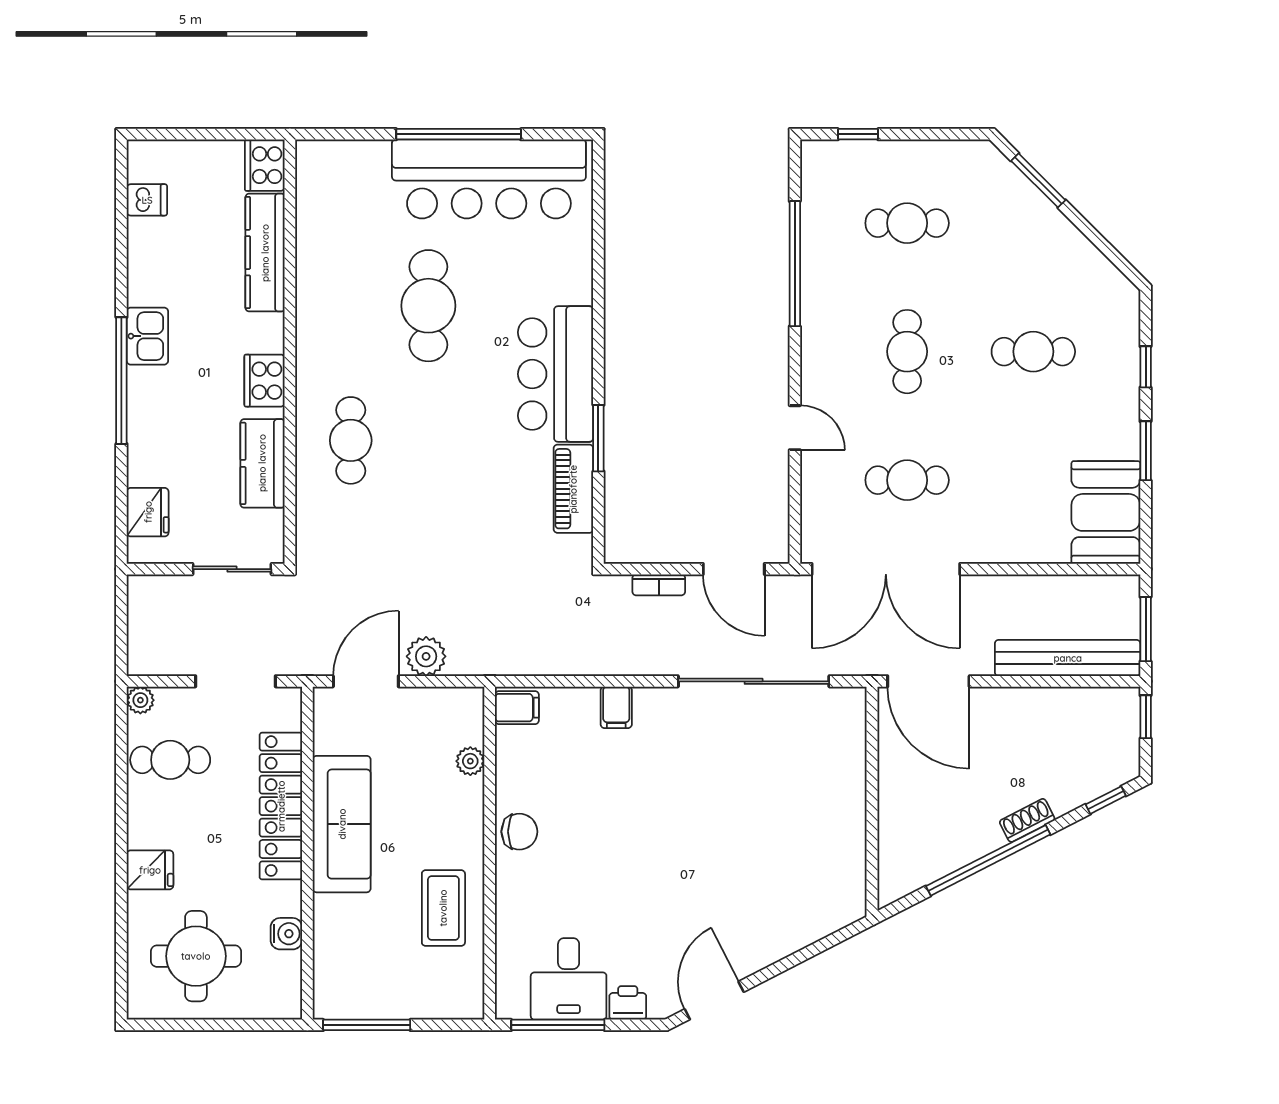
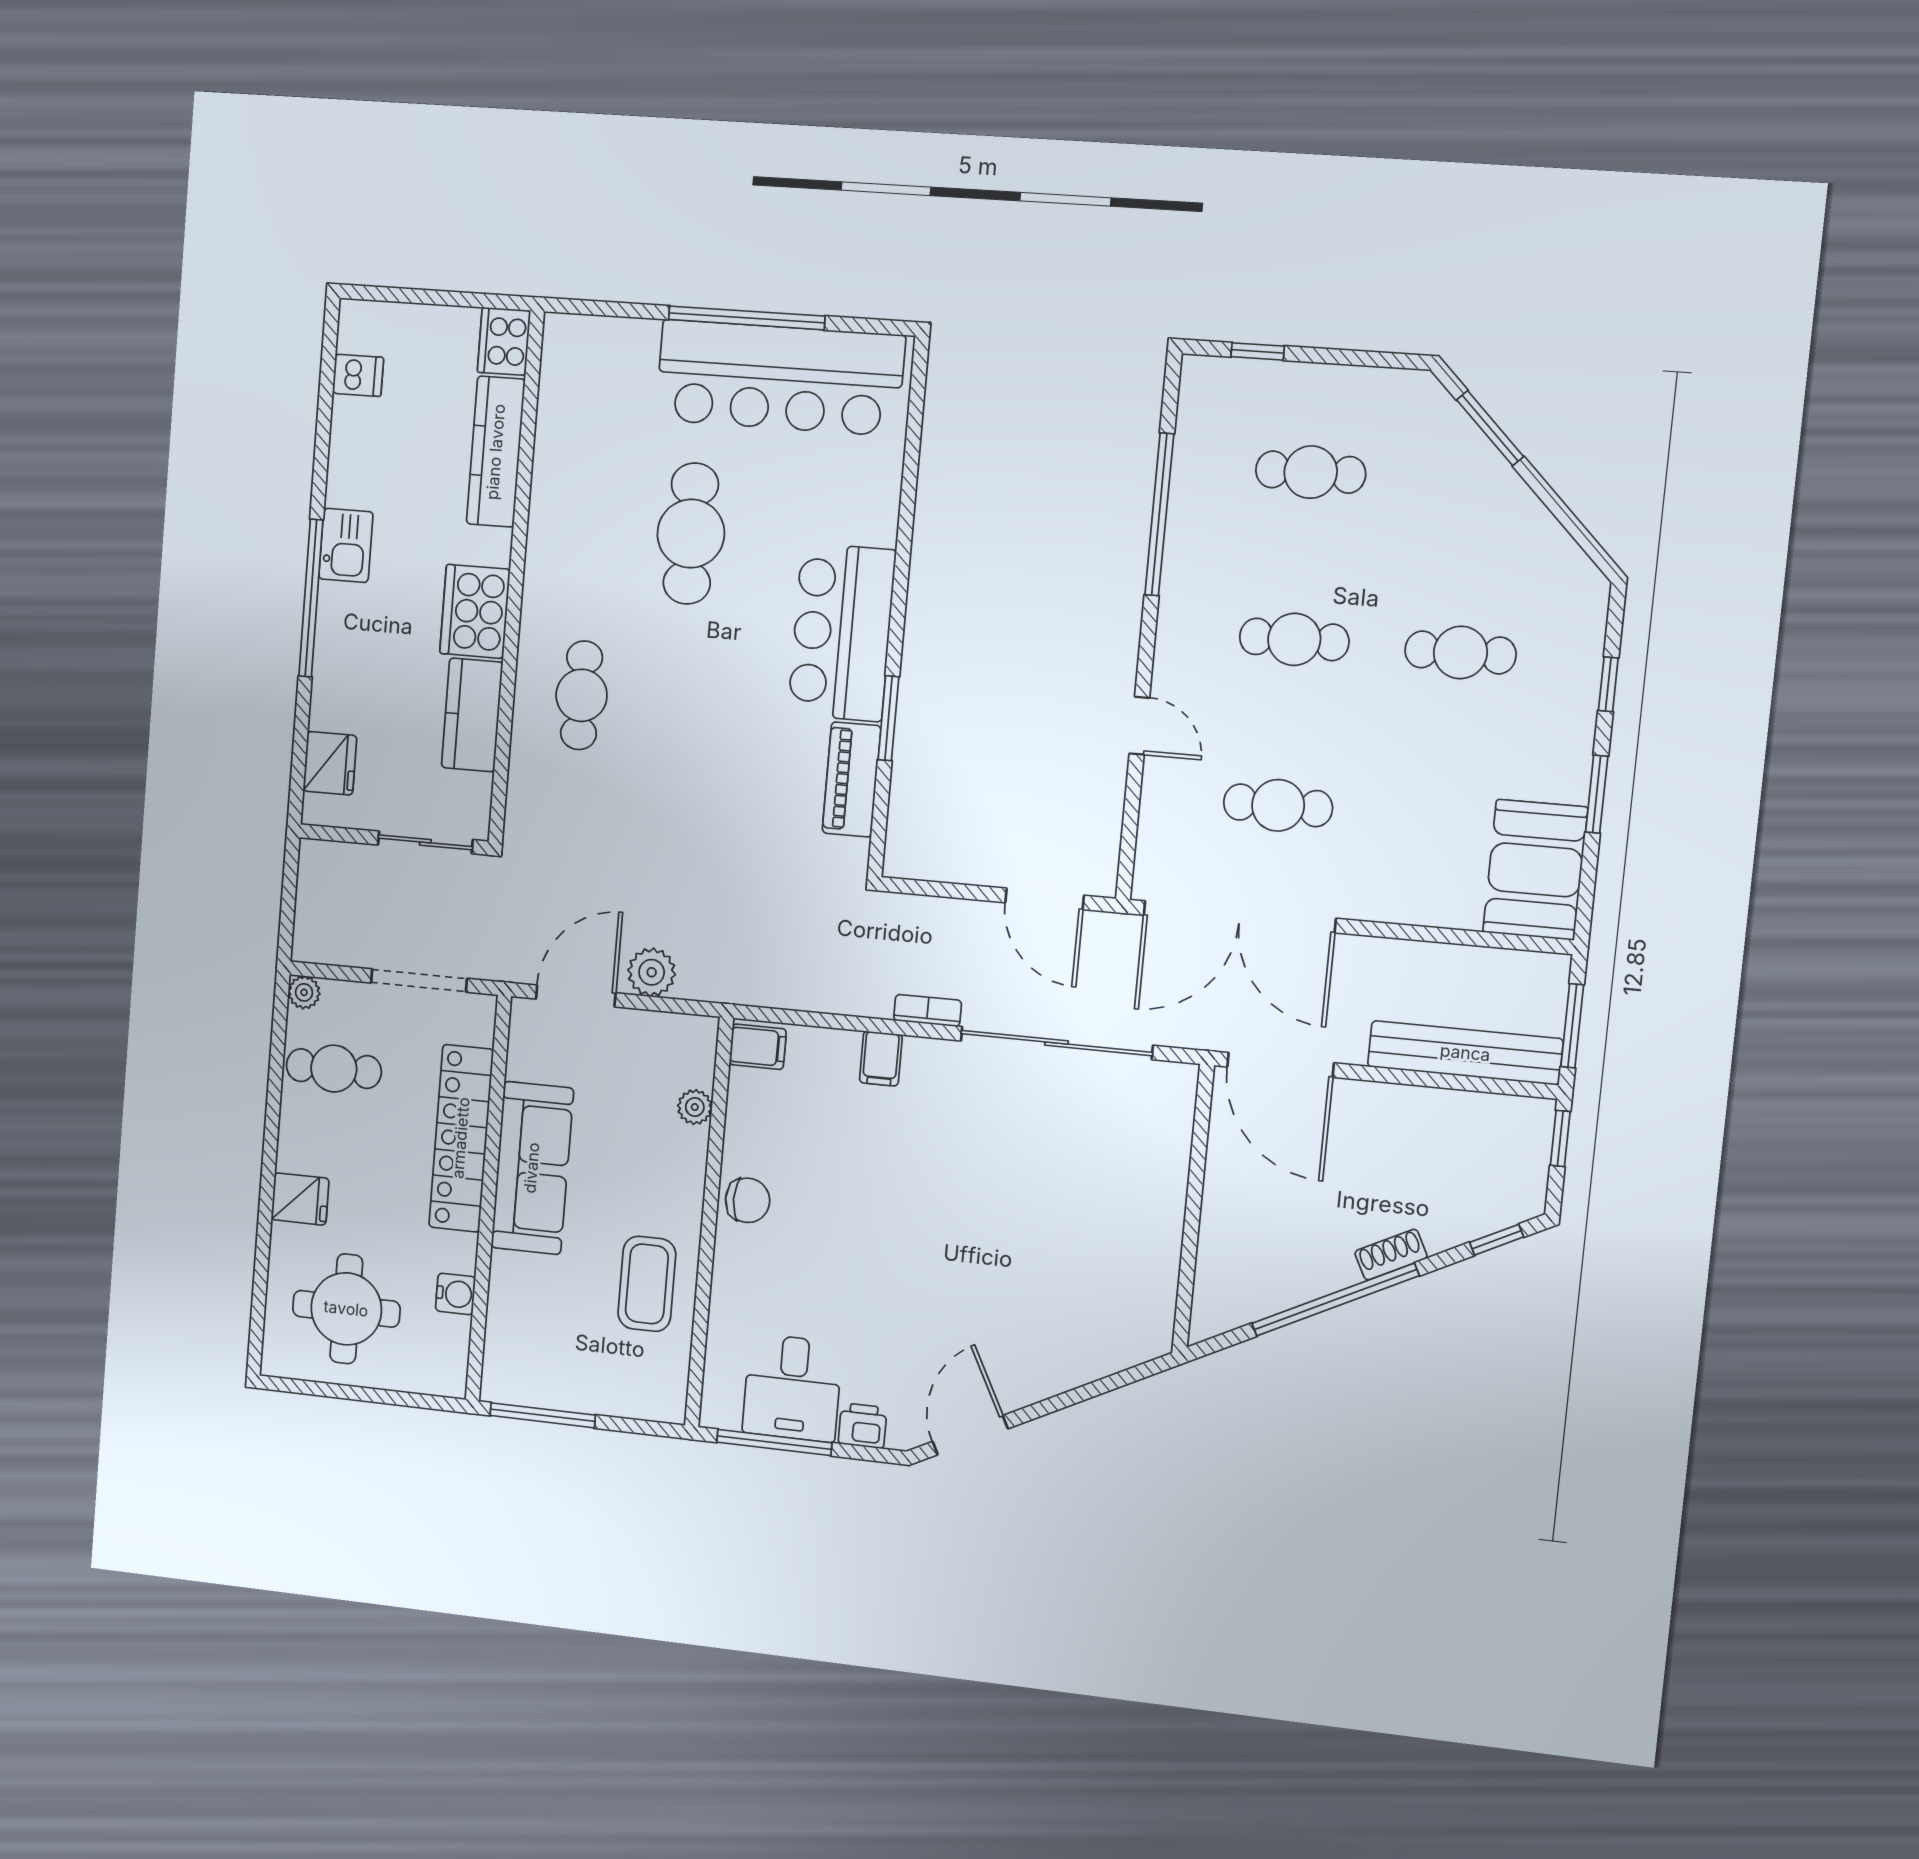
cafe table: (907, 352) -> (1294, 639), turned 90
cooker: (264, 381) -> (475, 611), width x1.37, depth x1.31
bookcase: (659, 585) -> (928, 1010), moved, turned 180

